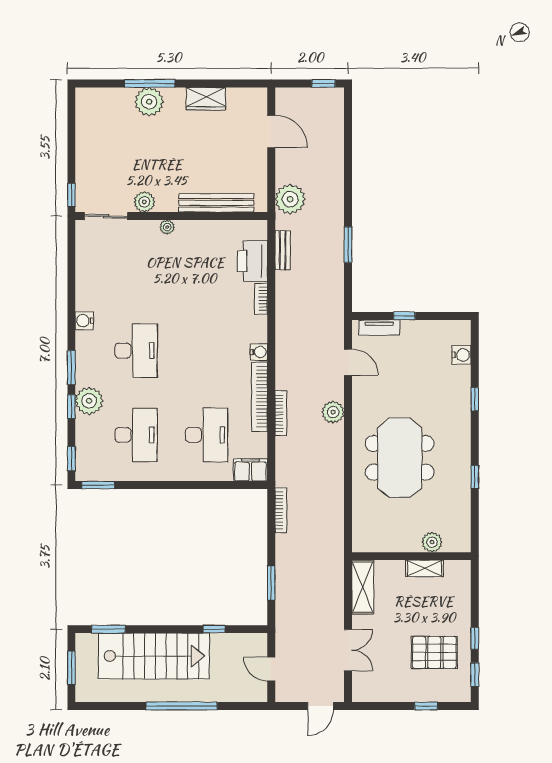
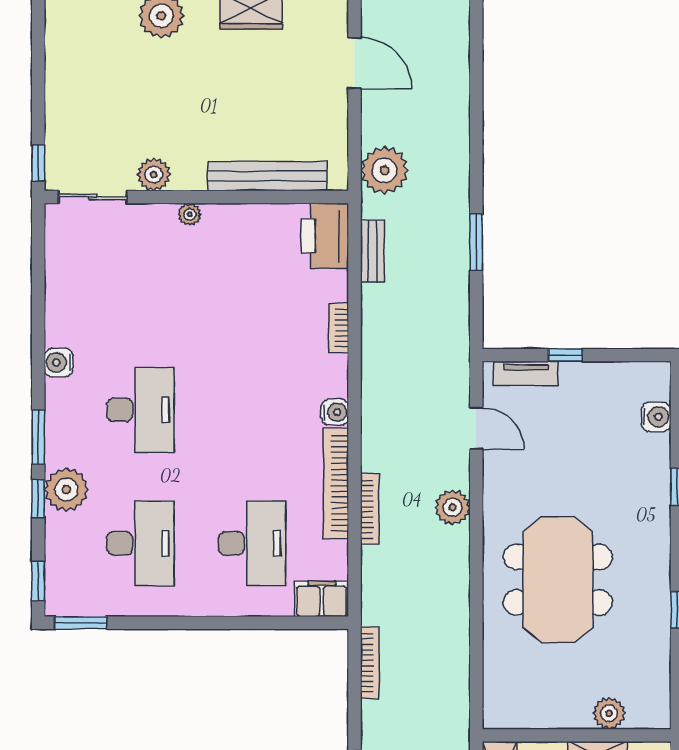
printer: (252, 261) -> (325, 236), moved

